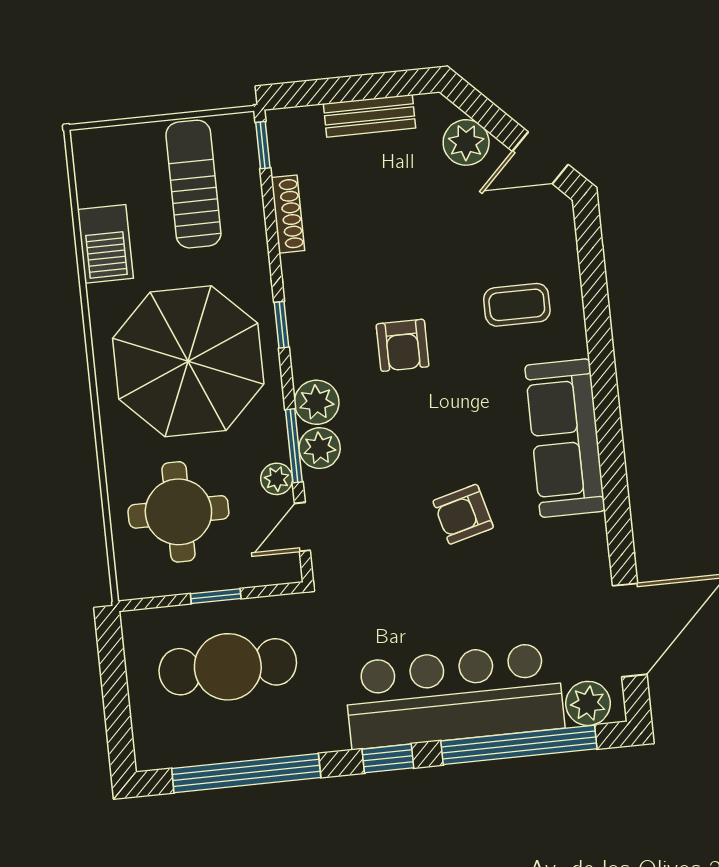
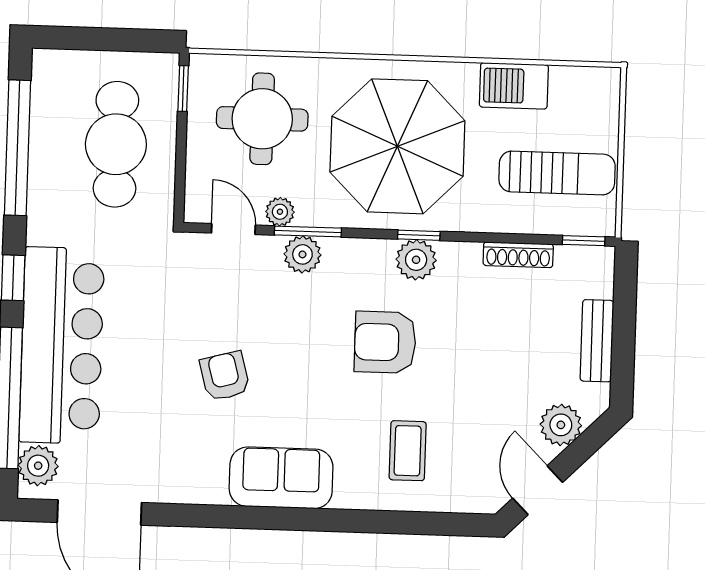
armchair: (403, 345) -> (385, 342), width x1.38, depth x1.38
plant: (317, 402) -> (416, 260), moved
sofa: (565, 438) -> (281, 478), width x0.73
window: (216, 596) -> (183, 89), moved

